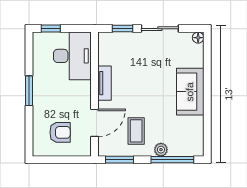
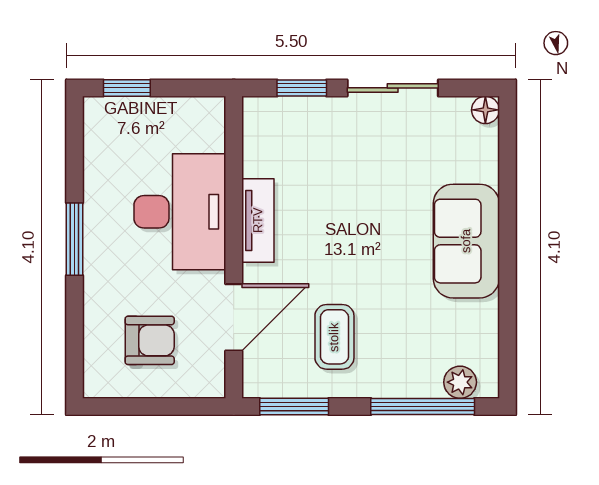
desk: (72, 56) -> (180, 212), moved
plant: (161, 150) -> (460, 382), moved

